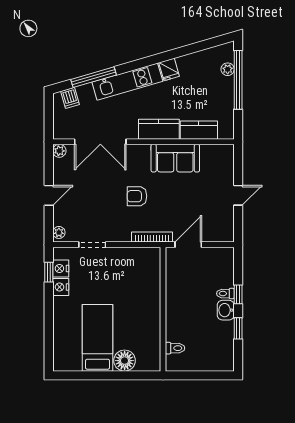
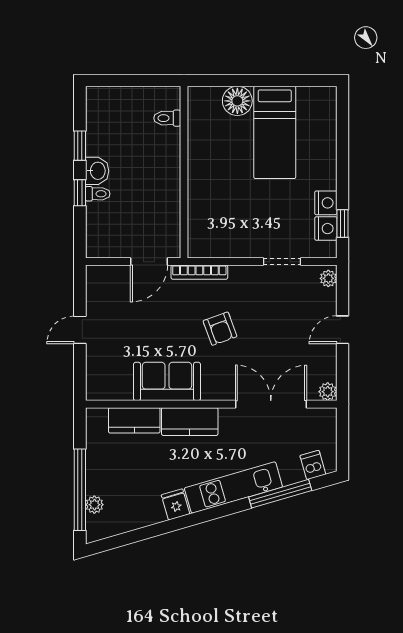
armchair: (137, 196) -> (220, 329), turned 70

